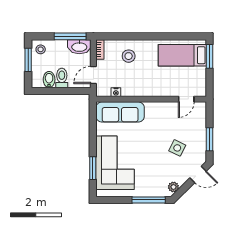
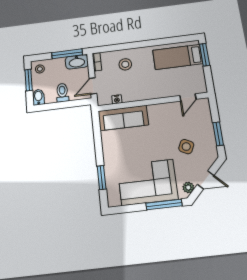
bidet: (49, 80) -> (38, 97), moved
corner sofa: (115, 163) -> (147, 182), moved, turned -90
door: (198, 174) -> (206, 180), moved

